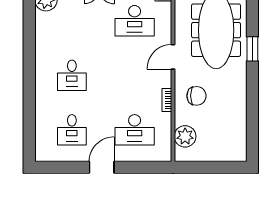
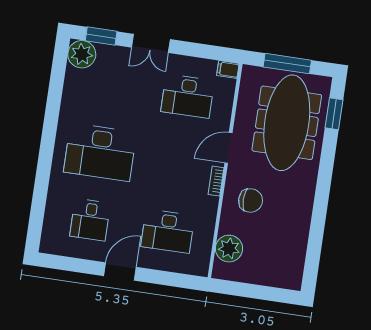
window: (252, 49) -> (334, 114), moved
desk: (72, 75) -> (100, 152), width x1.87, depth x1.30
bookcase: (167, 100) -> (216, 181), moved

